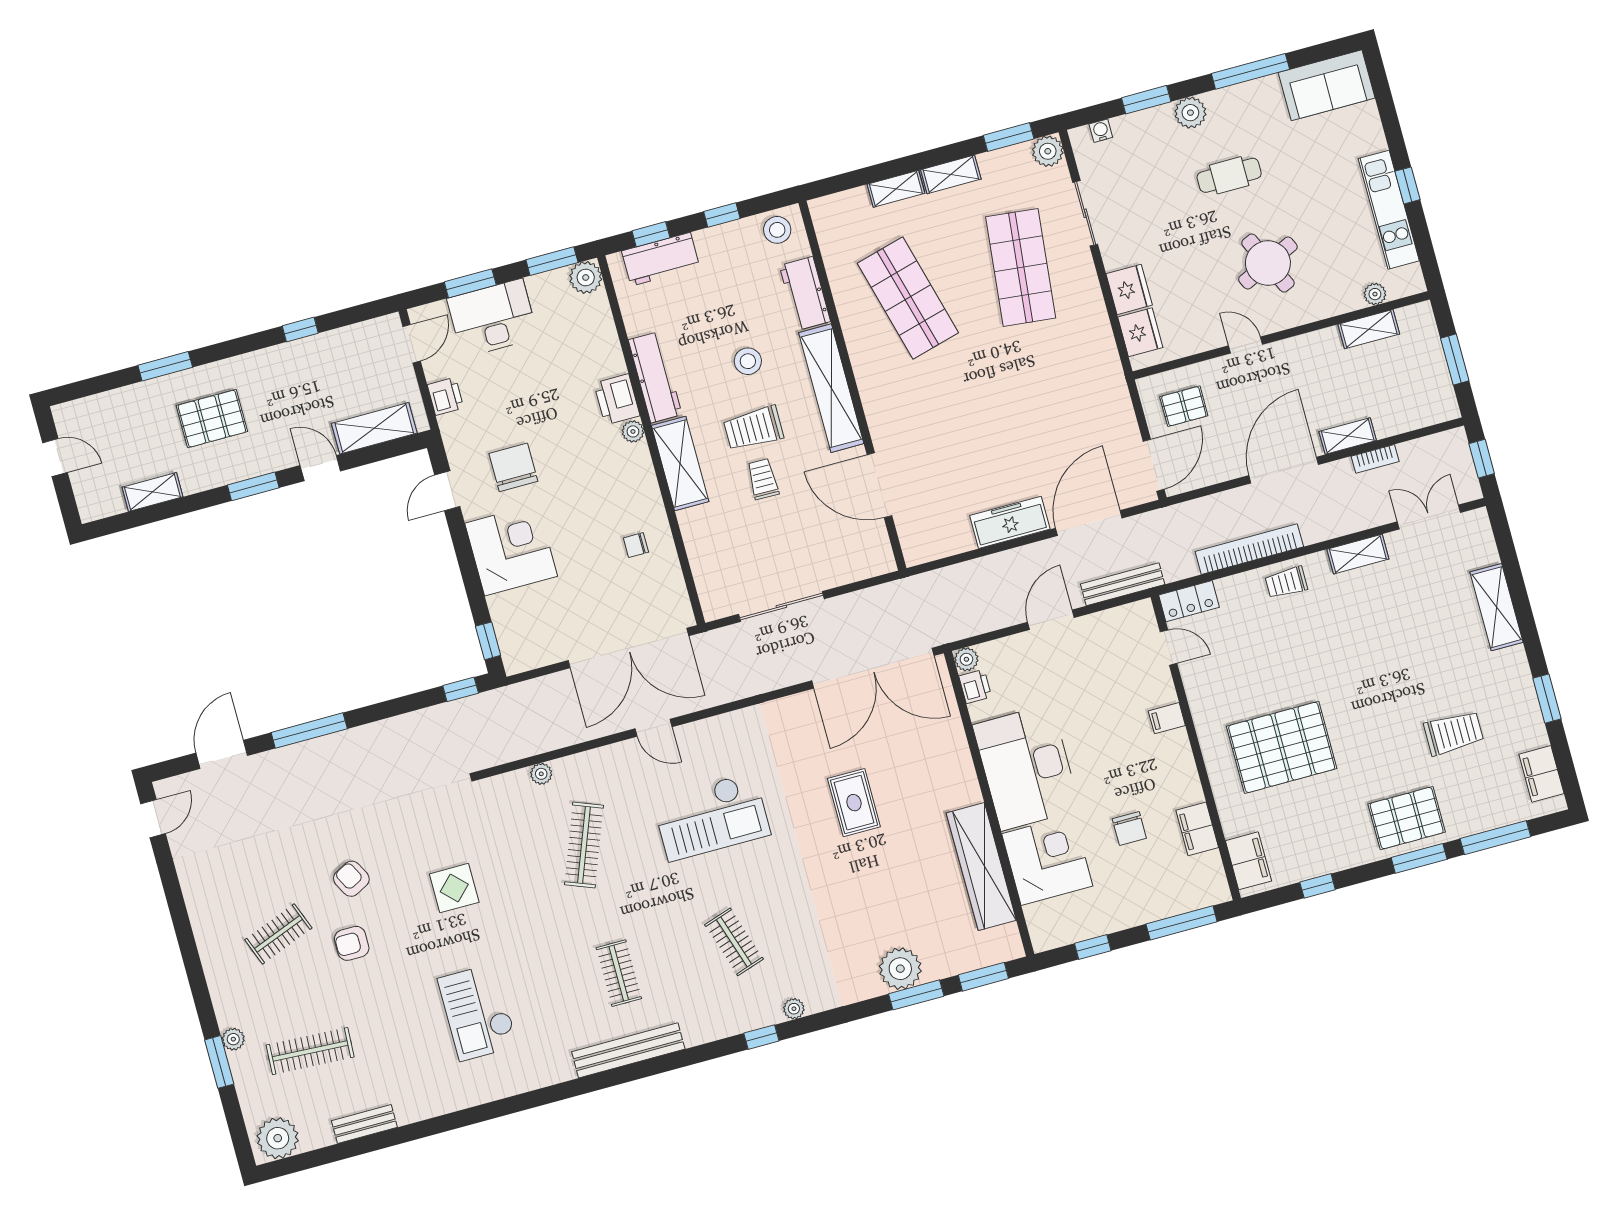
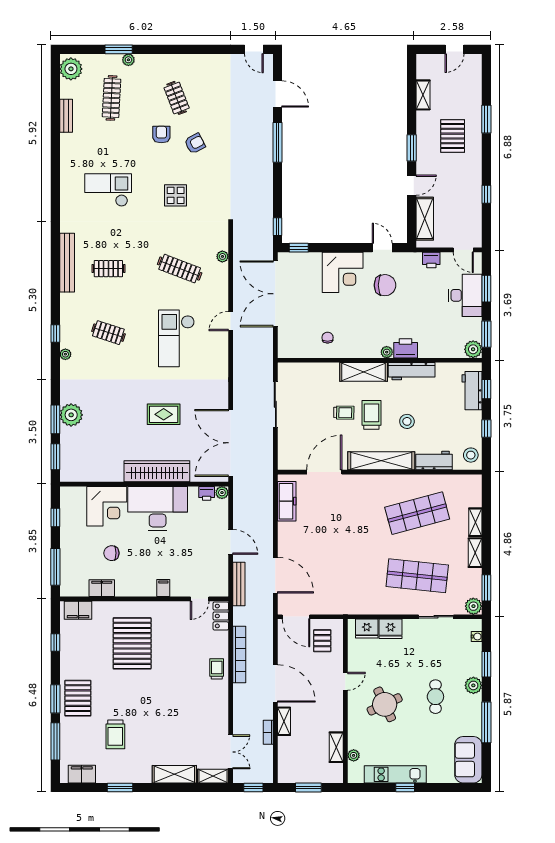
freezer: (1010, 522) -> (287, 501), moved
shelving: (1358, 554) -> (213, 776), moved, turned 90
double door: (628, 648) -> (275, 294), moved
wardrobe: (981, 867) -> (157, 471), moved
clothes rail: (734, 942) -> (108, 333), turned 36

